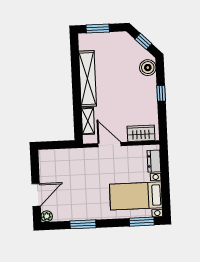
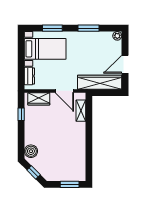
shelving: (88, 79) -> (80, 145), removed
window: (161, 93) -> (21, 114), moved
wardrobe: (66, 158) -> (100, 82), added
door: (36, 195) -> (125, 64), moved
window: (142, 222) -> (52, 28), moved

